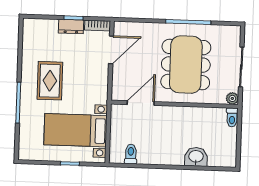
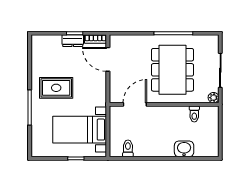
door: (111, 50) -> (108, 59), swing flipped
rug: (50, 81) -> (56, 88), turned 90
toilet: (232, 117) -> (194, 114), moved

